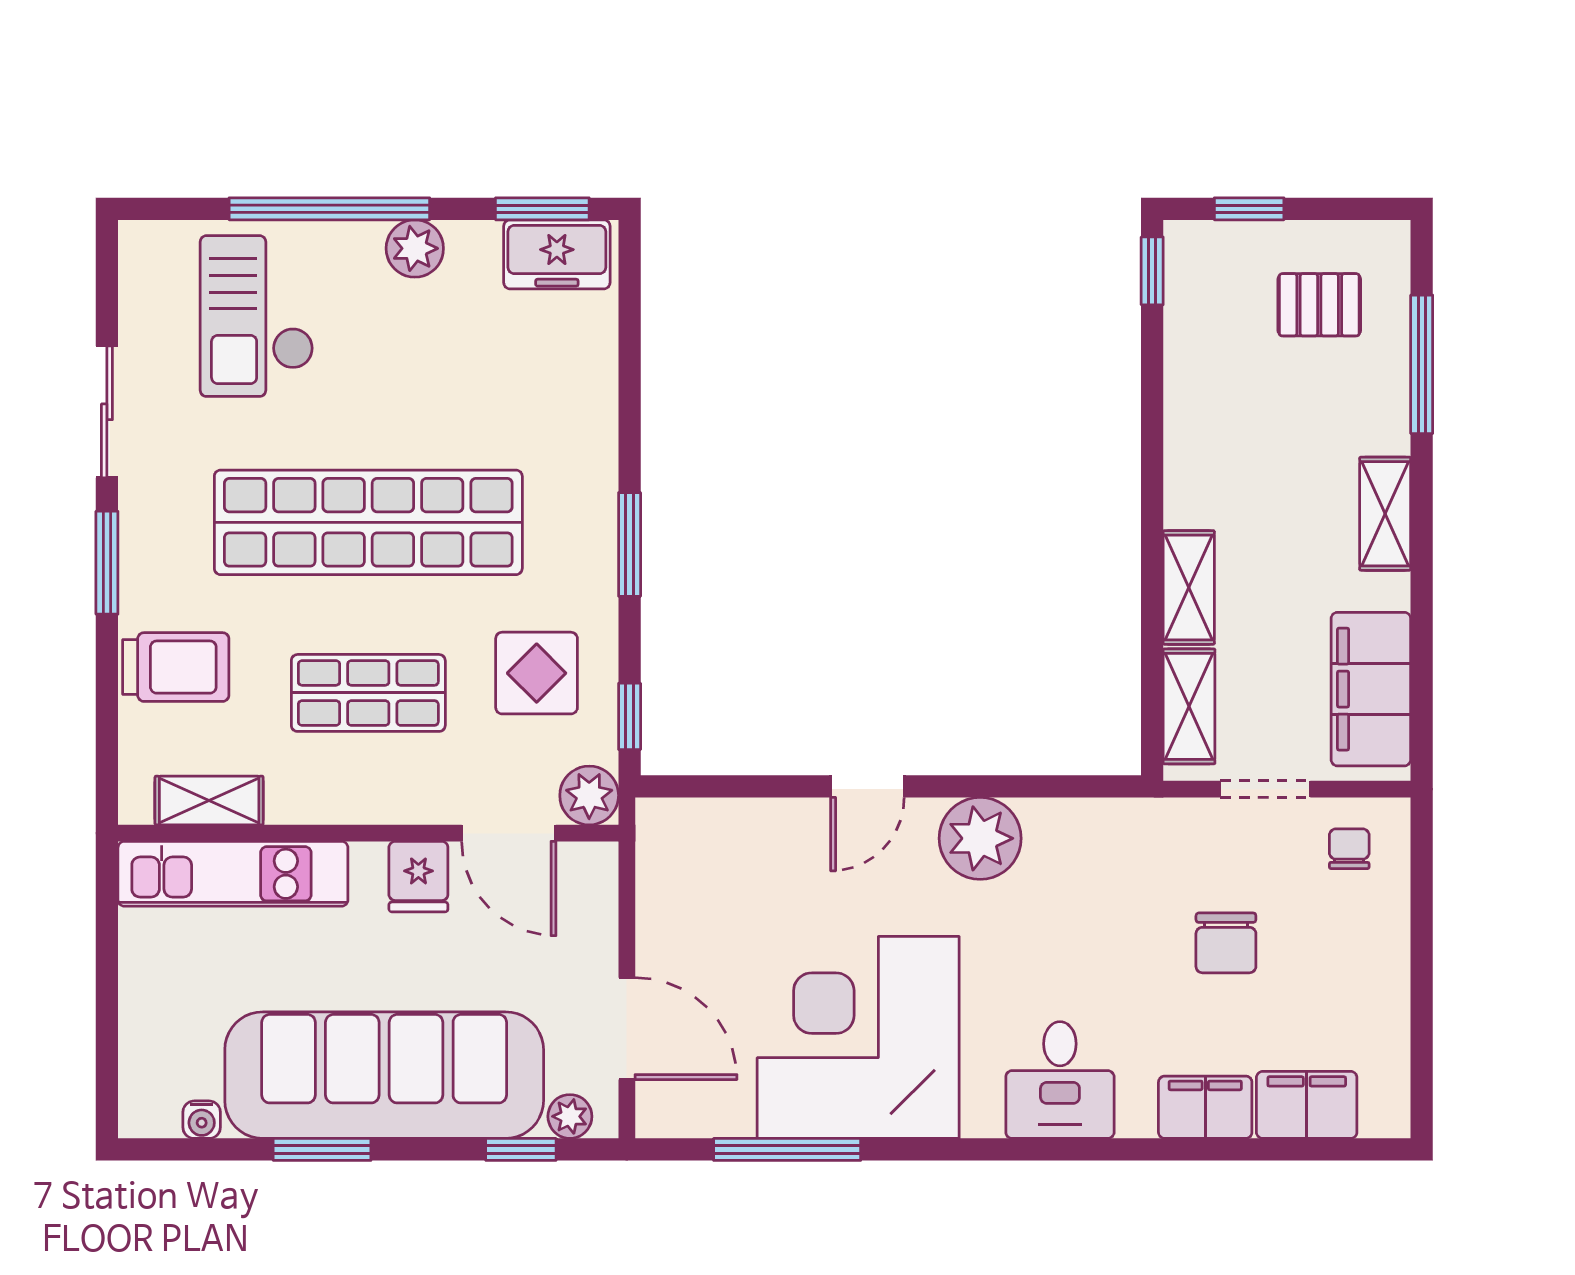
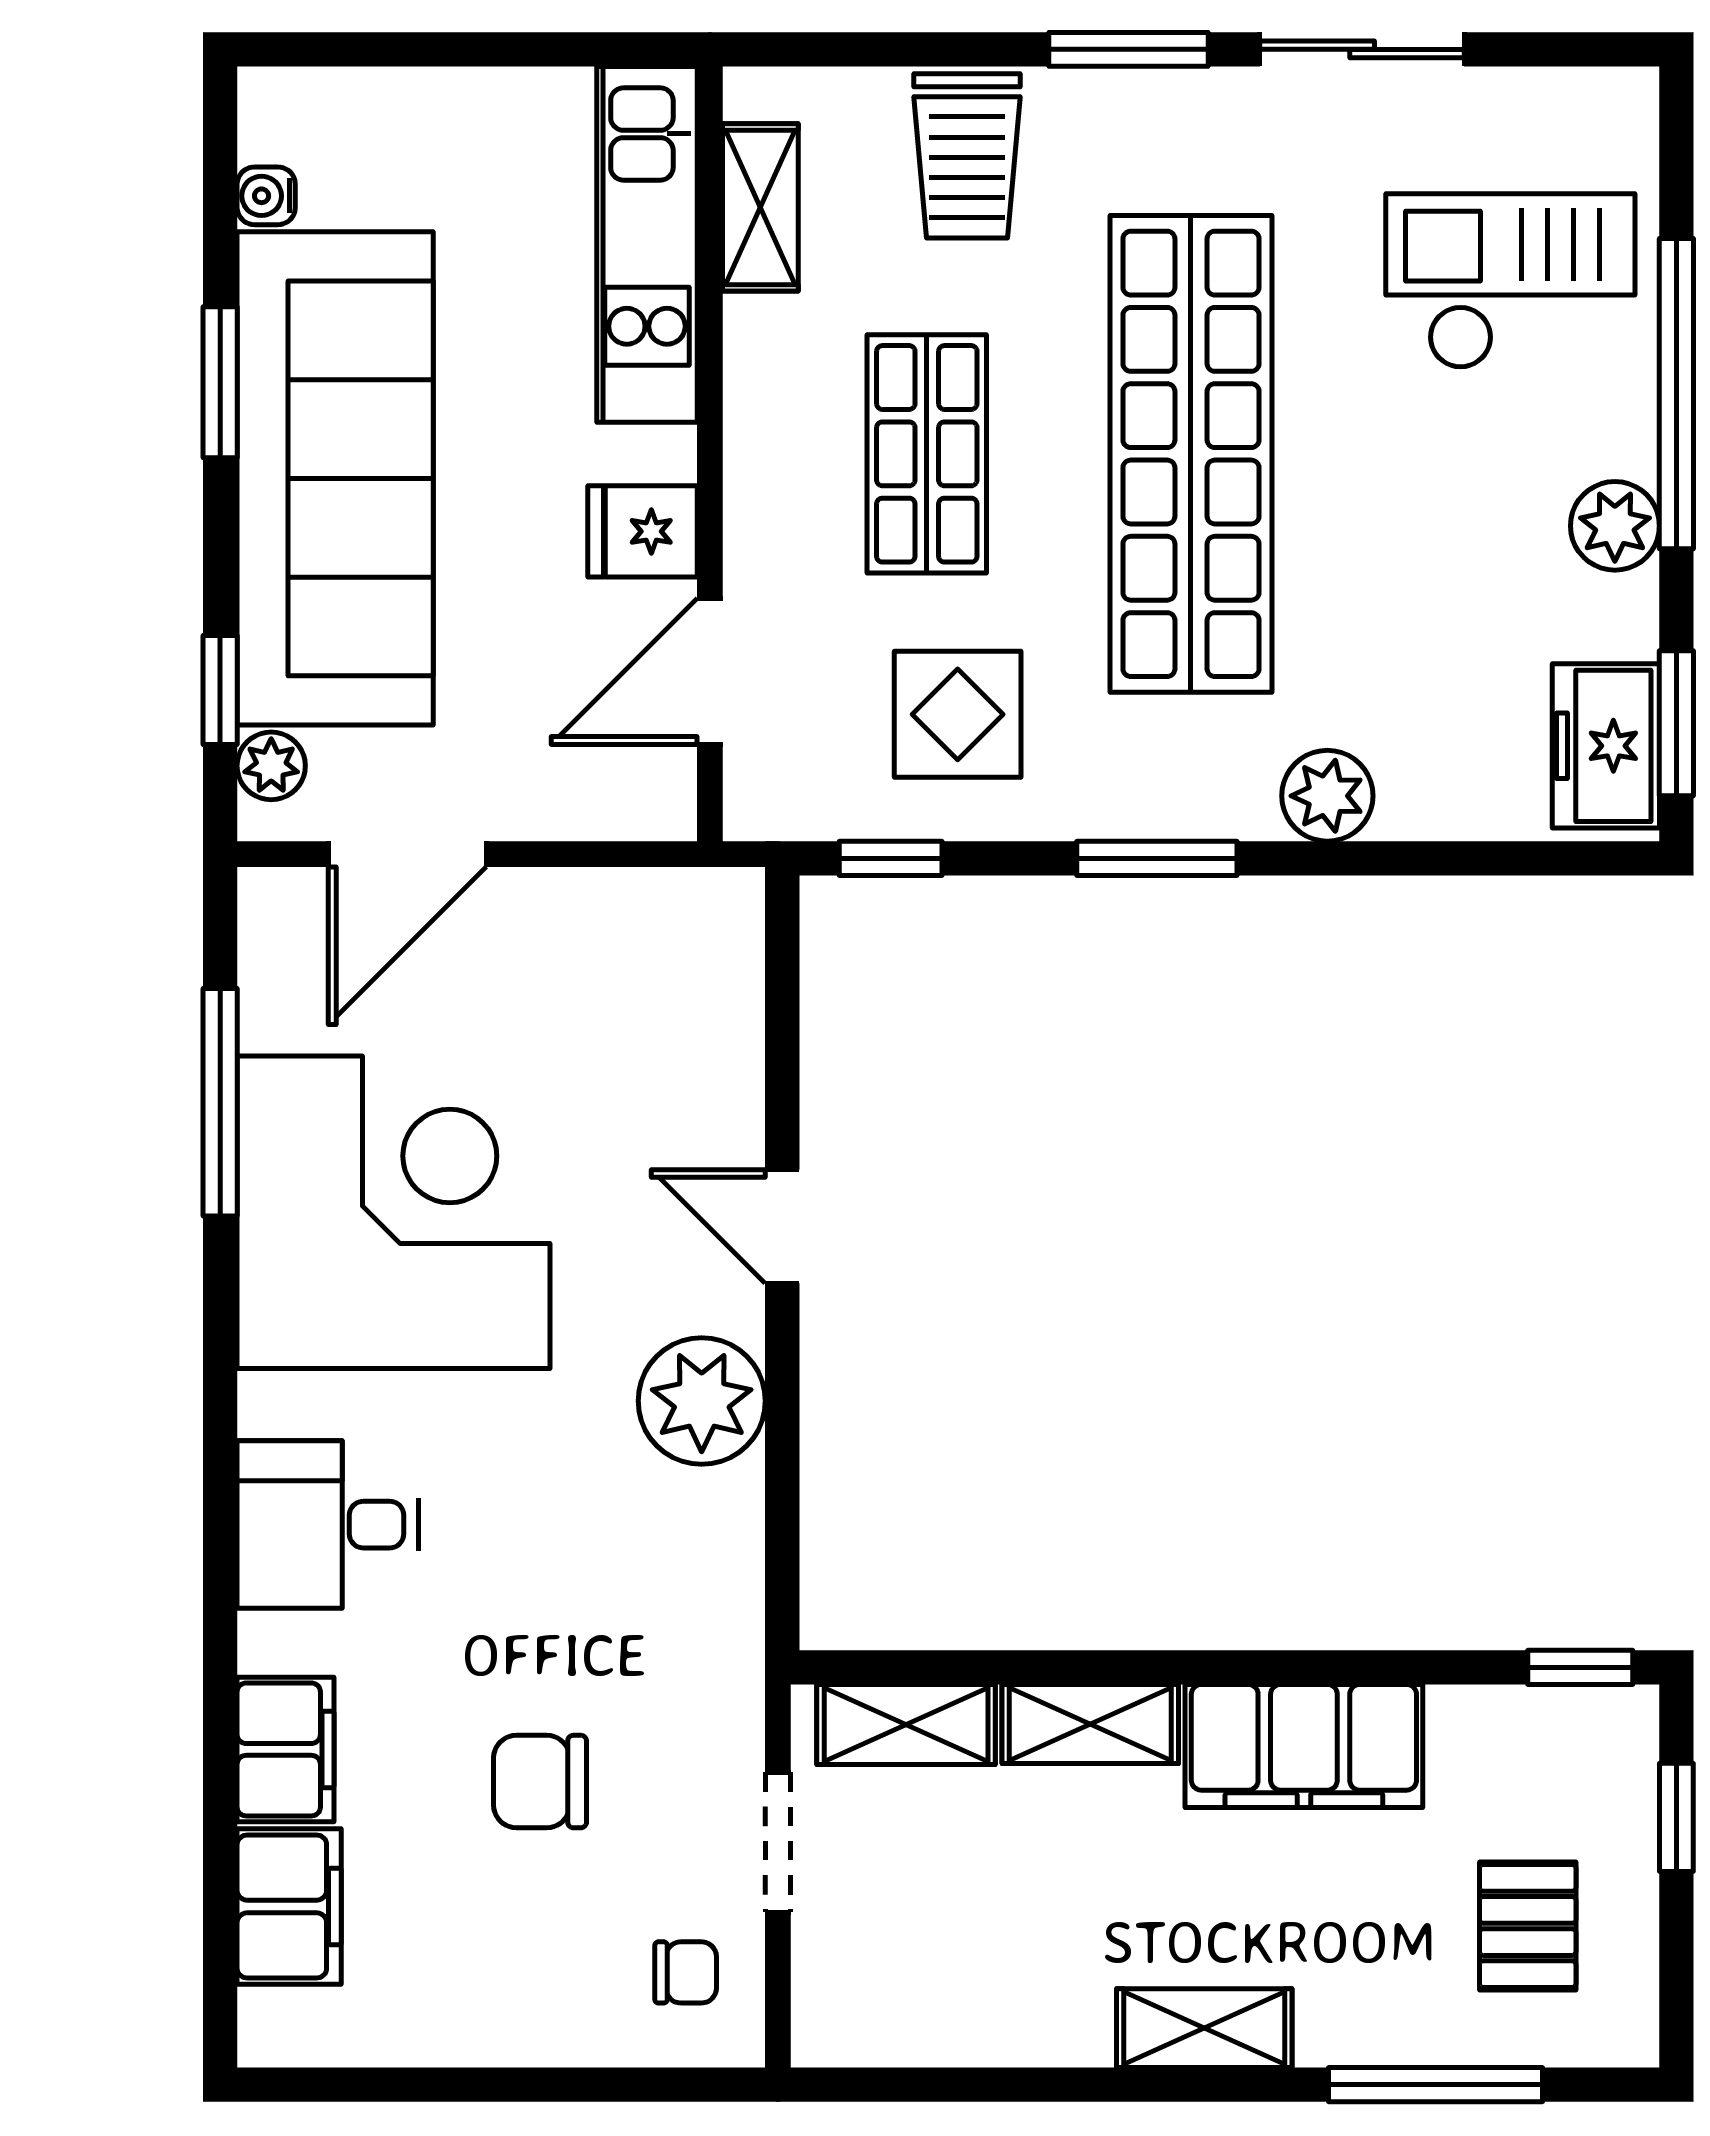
filing cabinet: (1371, 689) -> (1304, 1746), moved, turned 180
plant: (589, 795) -> (1327, 796), moved

